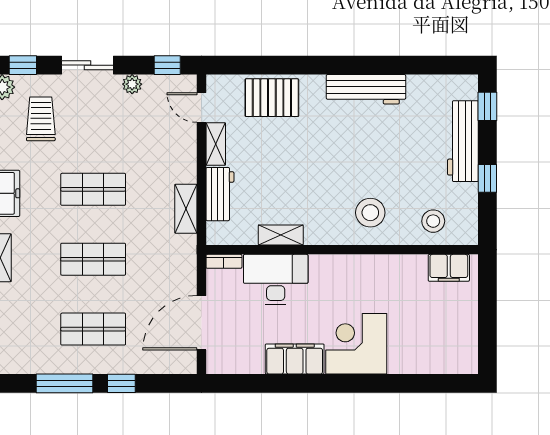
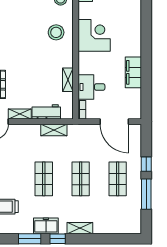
desk: (276, 279) -> (91, 87), width x0.73
corner desk: (356, 344) -> (94, 35), moved, turned 180

